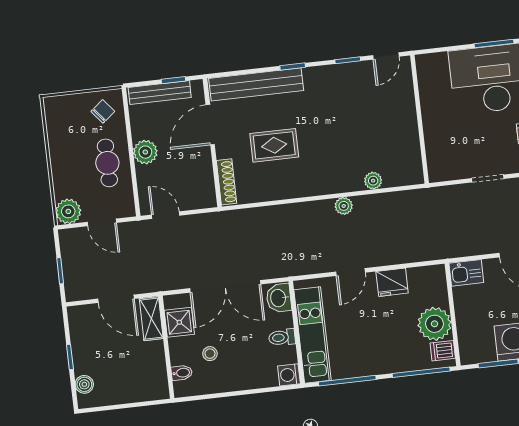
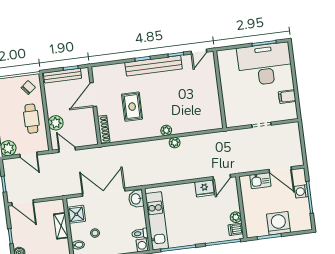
bench: (256, 84) -> (154, 66), moved
rug: (274, 145) -> (132, 107), turned 90
plant: (145, 152) -> (56, 123), moved
plant: (373, 181) -> (166, 130), moved
door: (351, 272) -> (222, 177), moved
kitchen sink: (466, 273) -> (260, 181), moved
double door: (225, 286) -> (104, 192), swing flipped
door: (116, 299) -> (23, 203), moved
shelving: (151, 319) -> (61, 226), moved
plant: (434, 324) -> (236, 217), width x0.53, depth x0.53
toilet: (282, 337) -> (140, 233), moved

